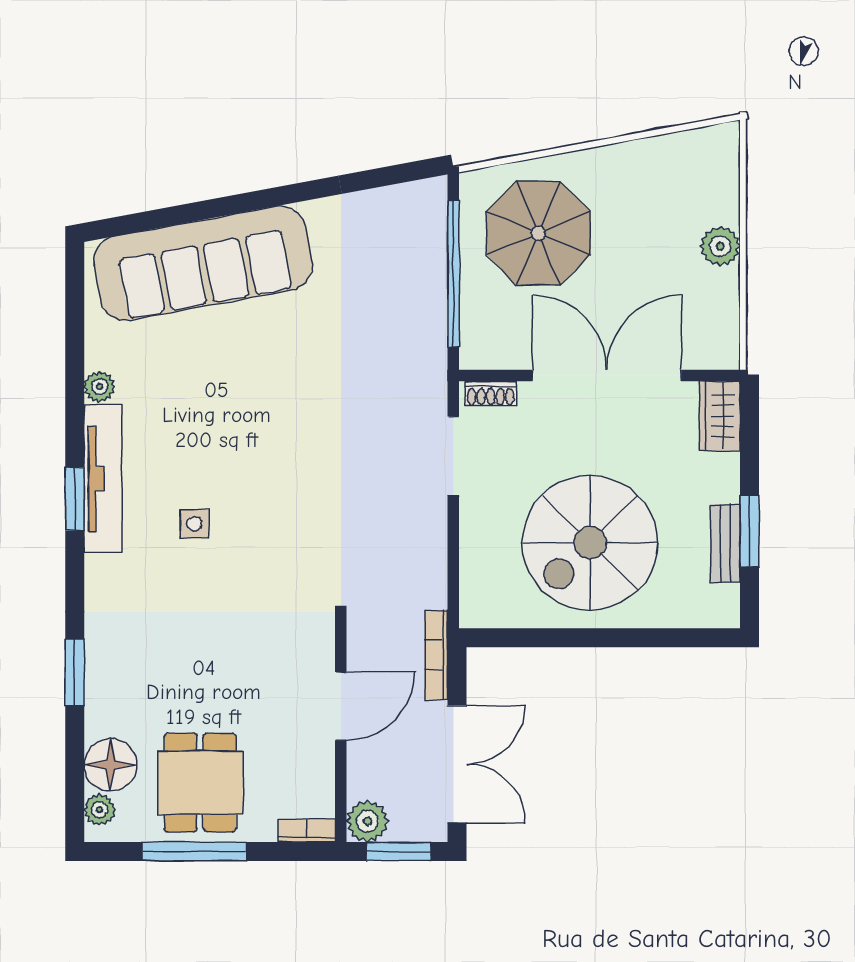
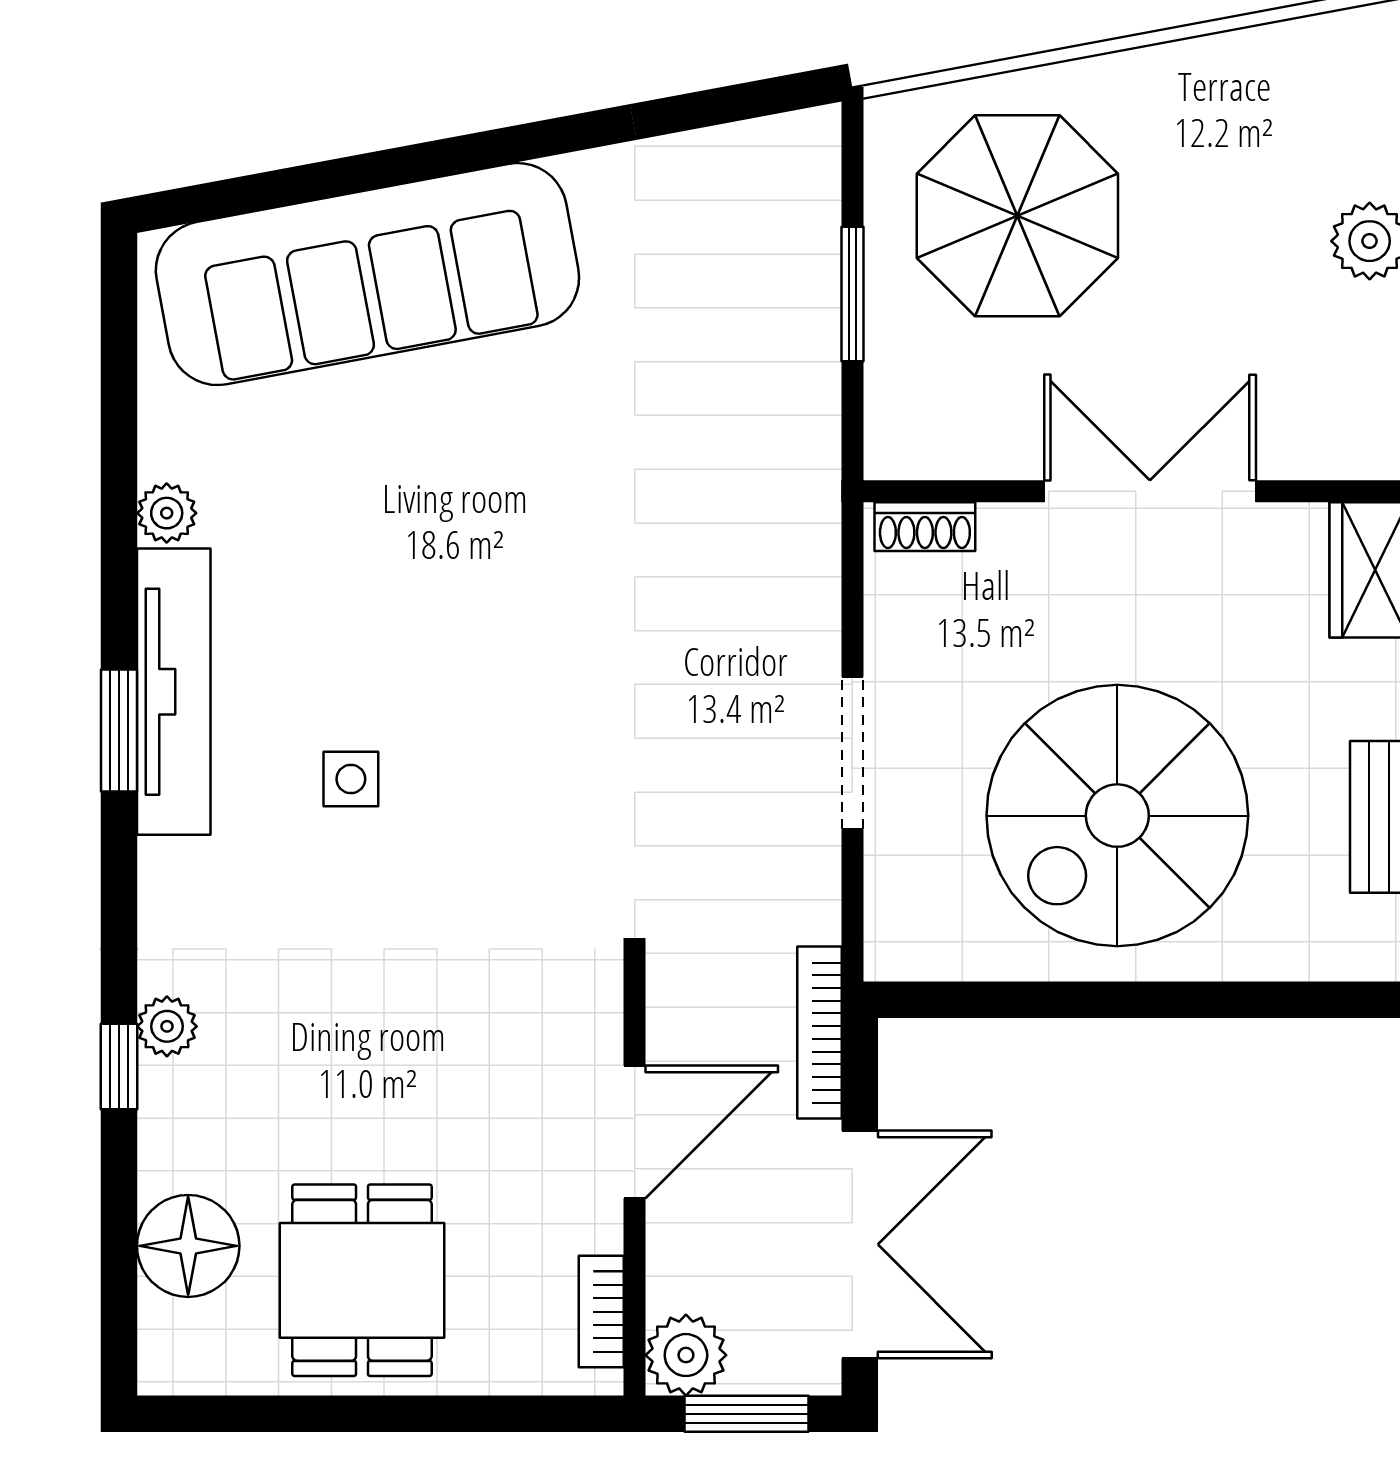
window: (453, 274) -> (852, 294), width x0.47
double door: (607, 375) -> (1150, 491), width x0.73
doorway: (453, 456) -> (852, 753), moved
window: (75, 672) -> (119, 1066), width x0.67
plant: (100, 810) -> (167, 1026), moved
bookcase: (306, 831) -> (601, 1312), moved, turned -90
window: (194, 851) -> (351, 1414), removed

